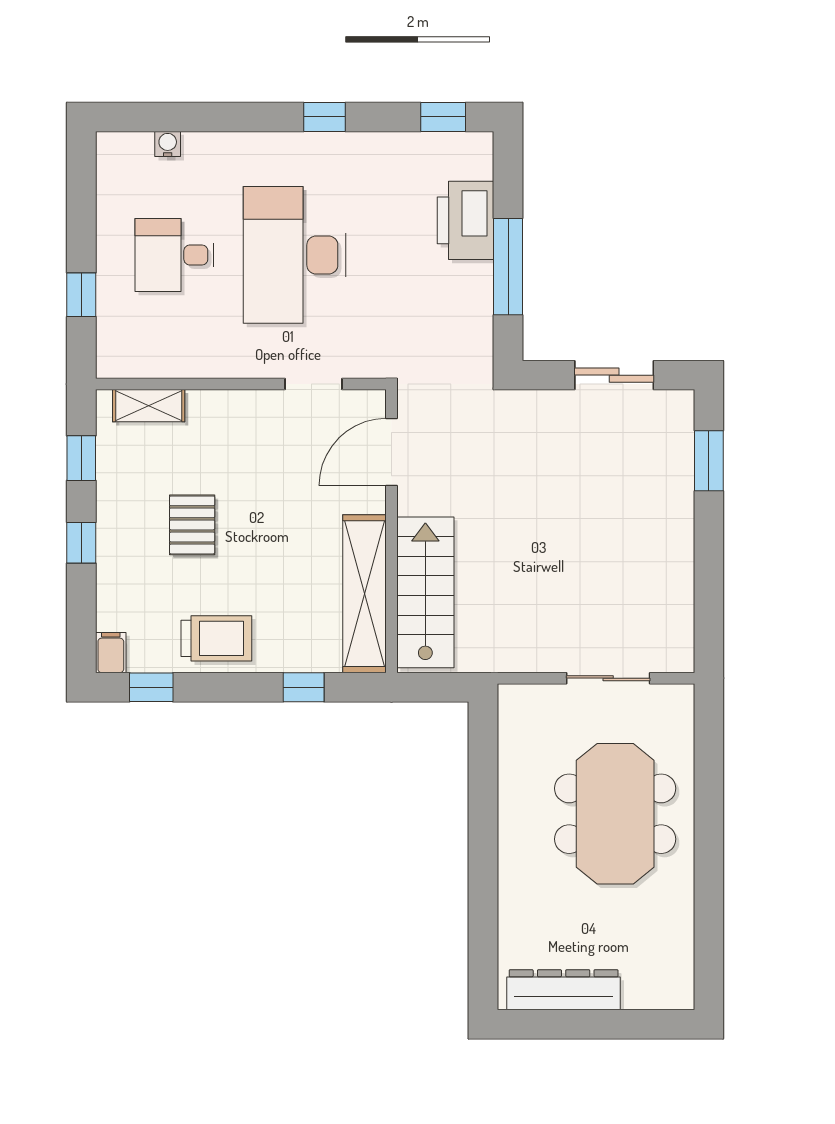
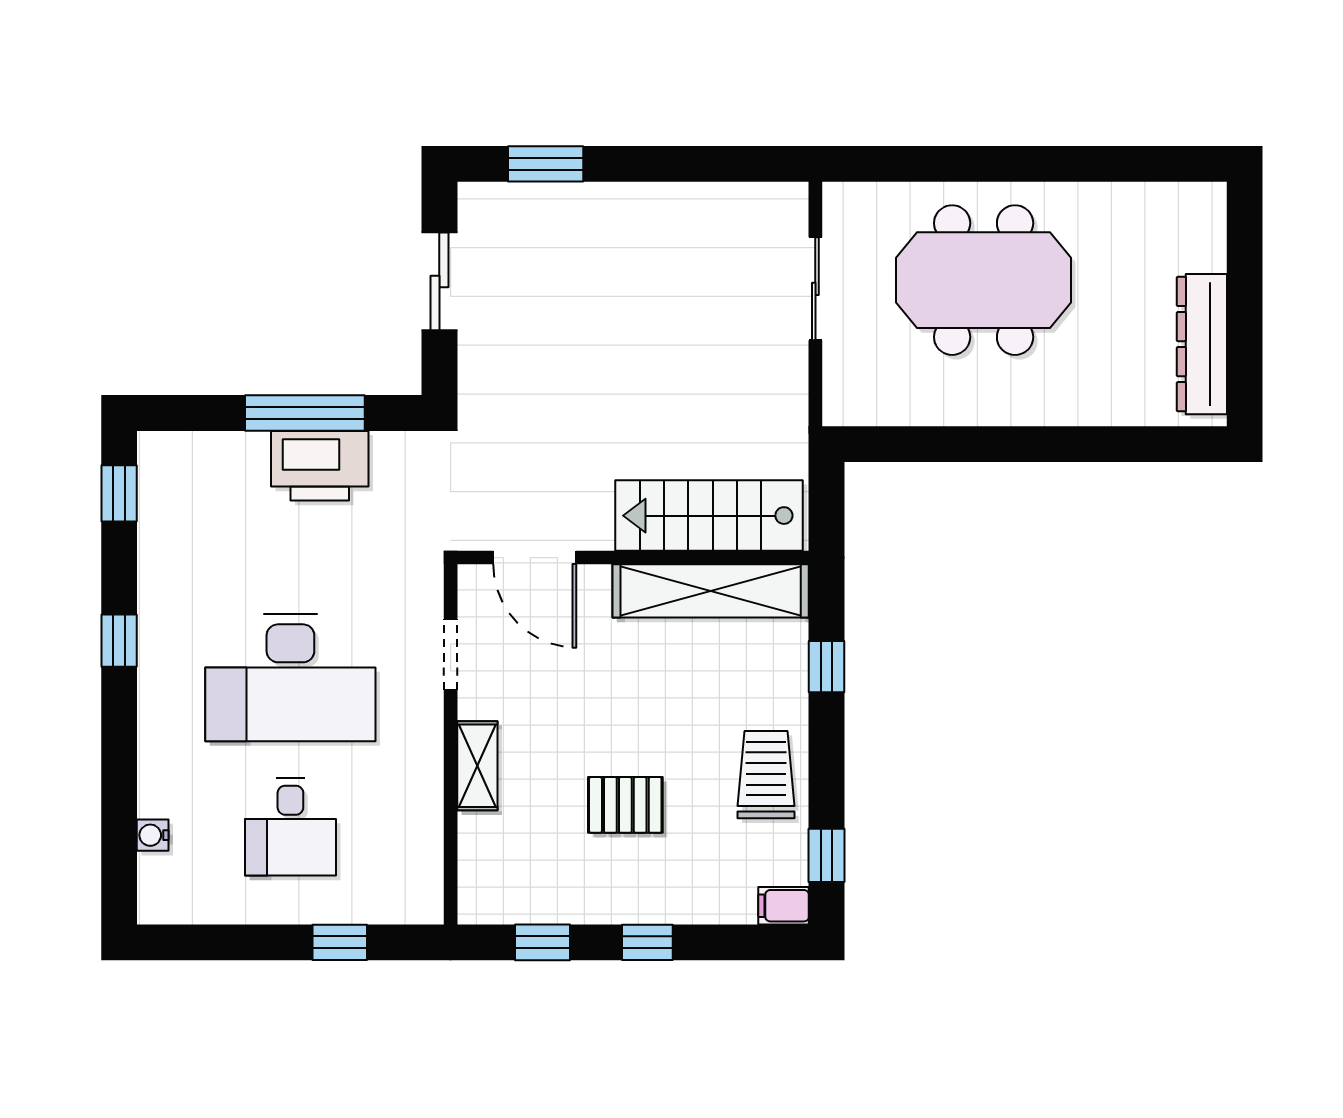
printer: (466, 220) -> (320, 466), moved
shelving: (149, 406) -> (477, 766), moved

